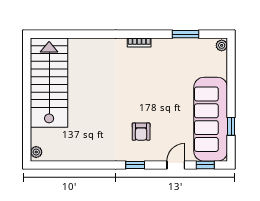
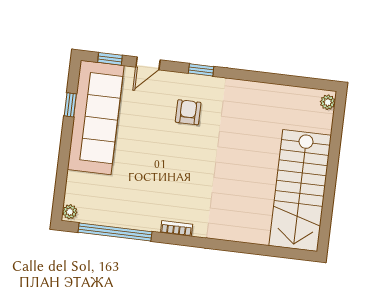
window: (186, 34) -> (115, 232), width x2.11

